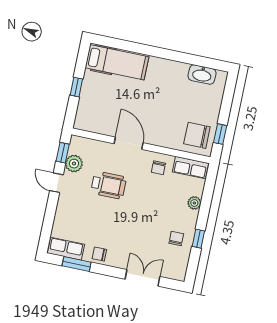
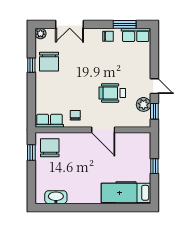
chair: (197, 135) -> (50, 148), turned -90
plant: (194, 203) -> (40, 34), moved
chair: (176, 238) -> (49, 62), width x1.87, depth x1.87

